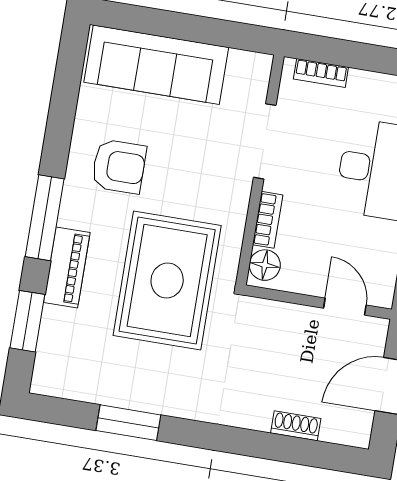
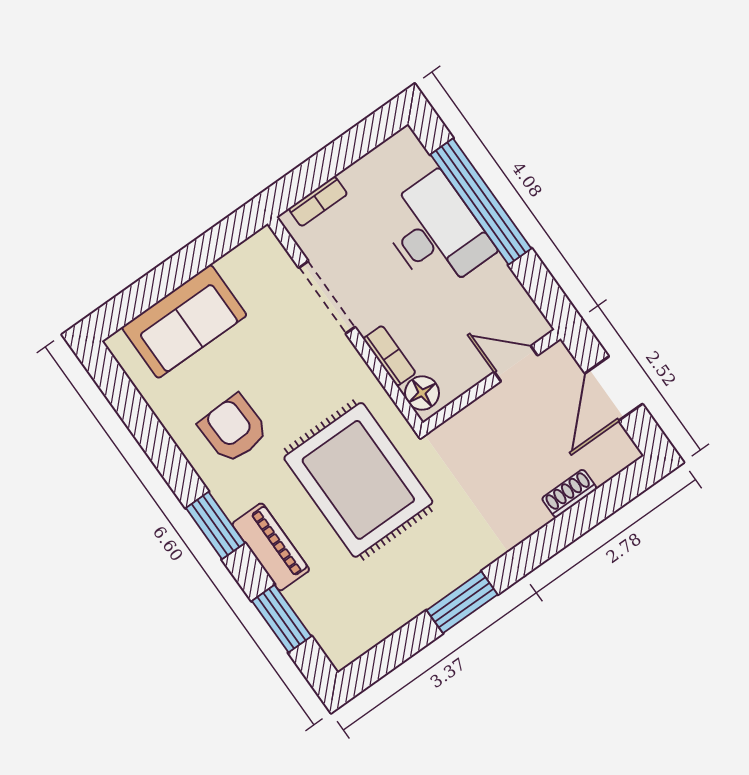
sofa: (156, 65) -> (184, 321), width x0.73
armchair: (119, 166) -> (233, 429), turned -92
window: (45, 218) -> (215, 526), width x0.69
window: (128, 423) -> (462, 602), moved

